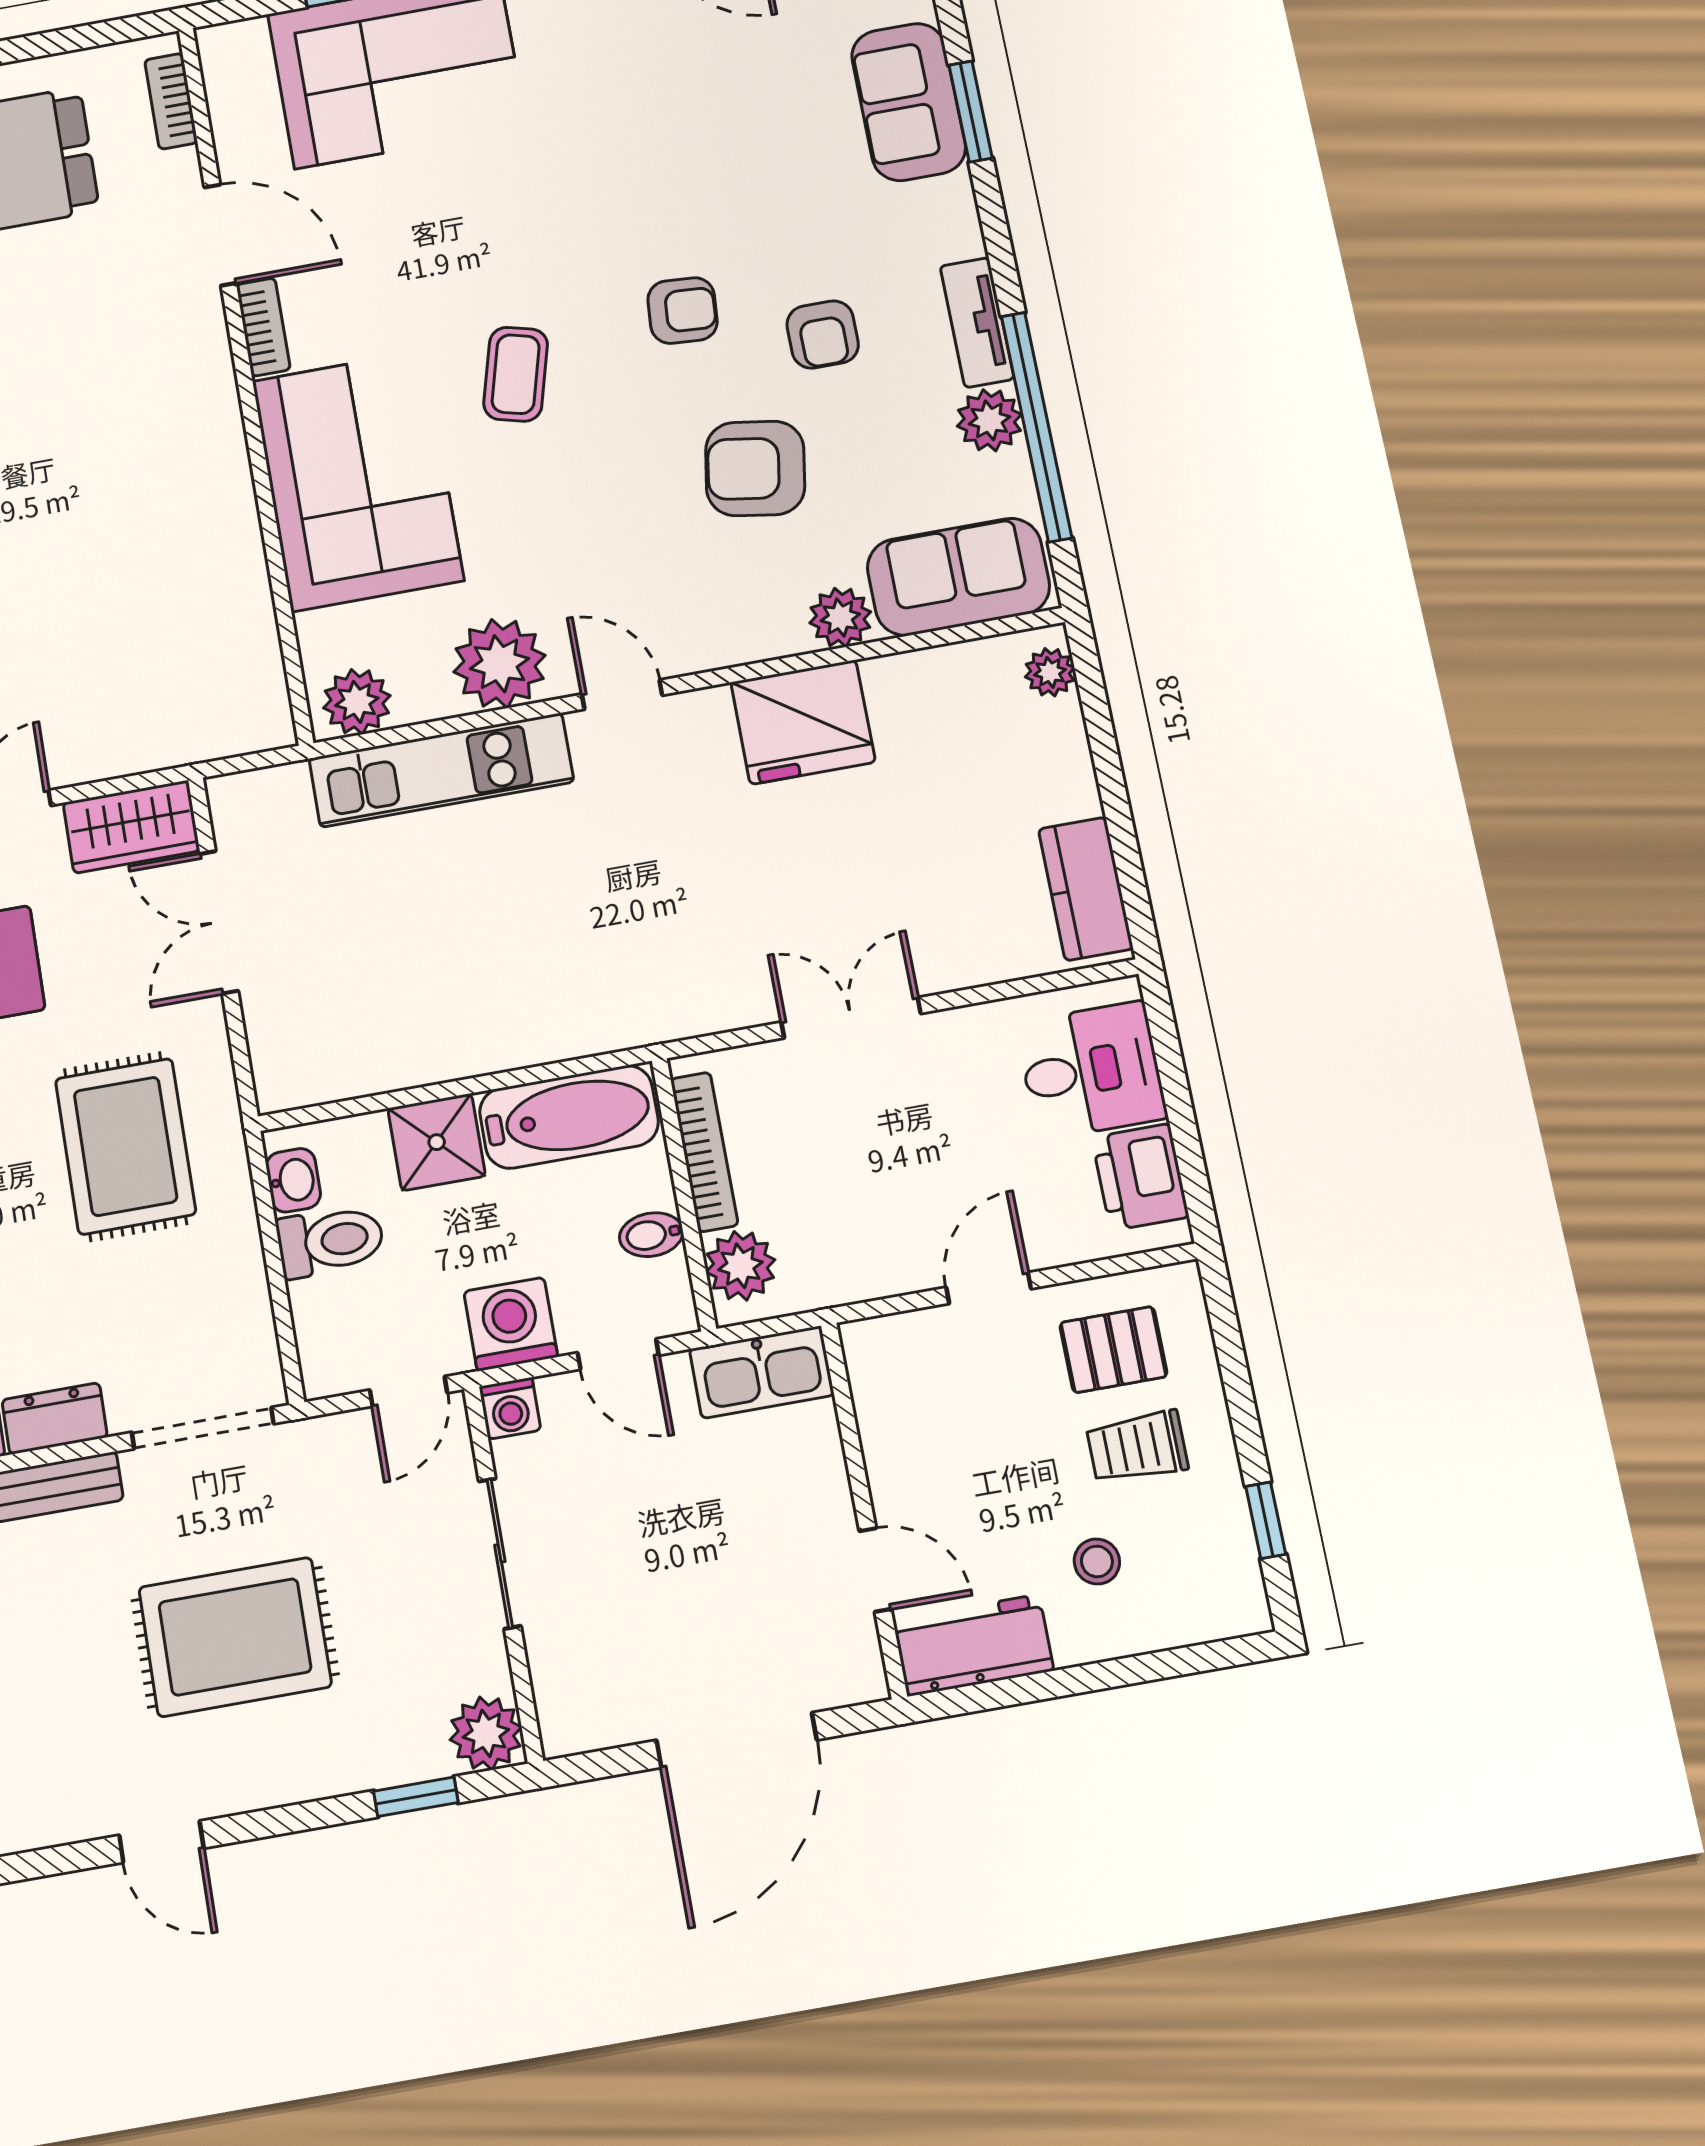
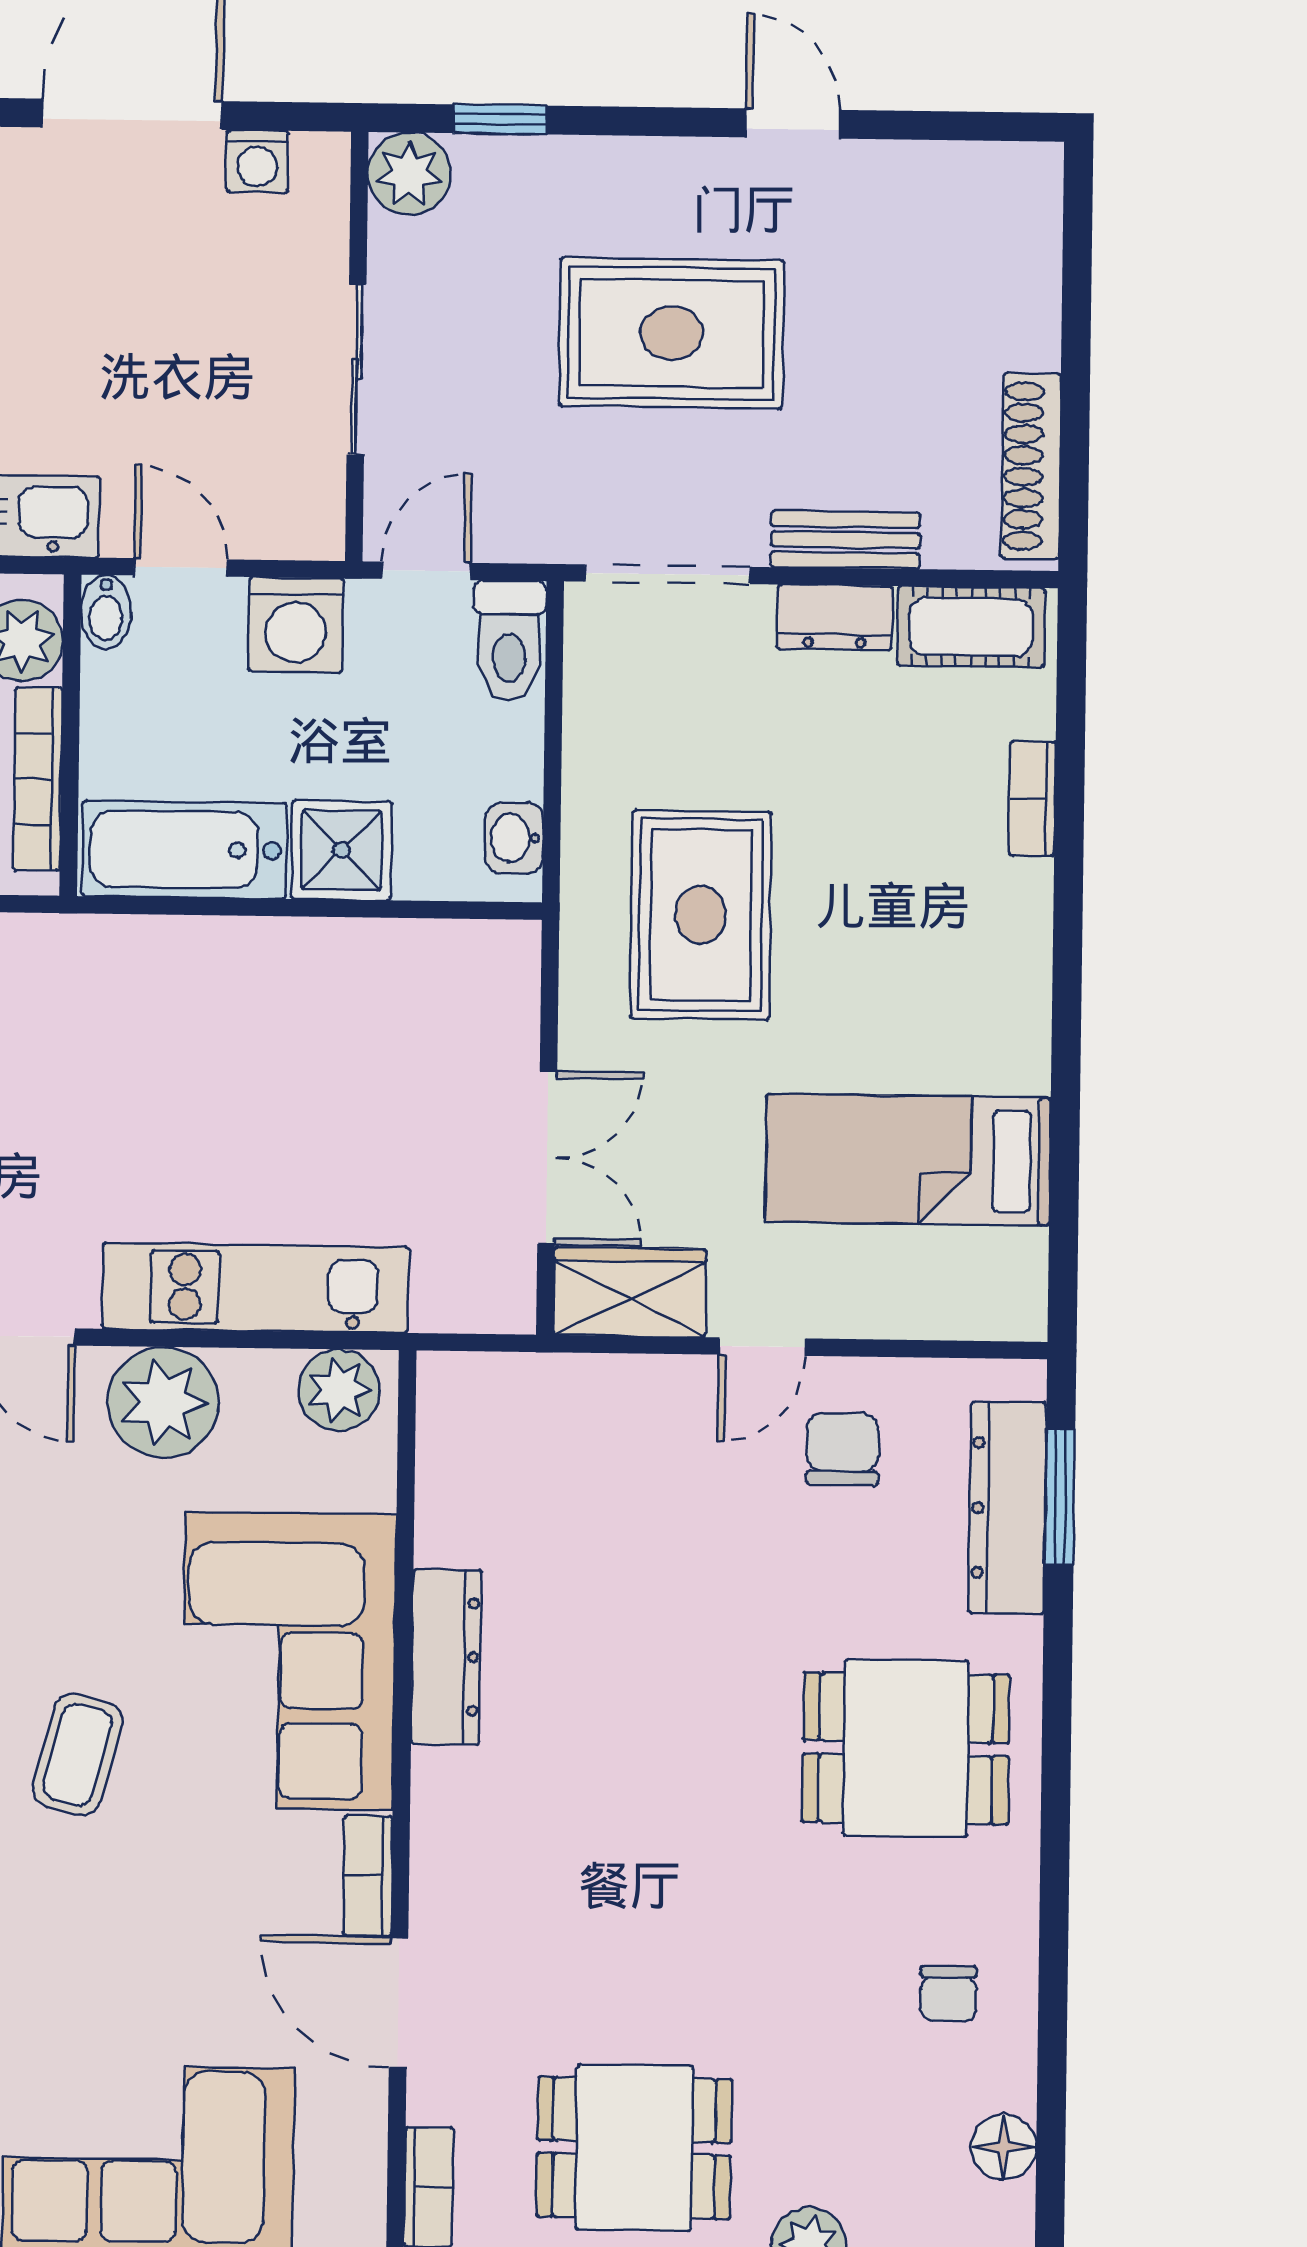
dresser: (230, 509) -> (446, 1657), added
bidet: (651, 1235) -> (106, 612), moved, turned 90
toilet: (330, 1241) -> (509, 641), moved, turned -90
washing machine: (510, 1408) -> (257, 161), moved, turned 180

